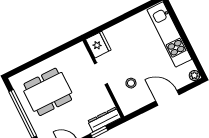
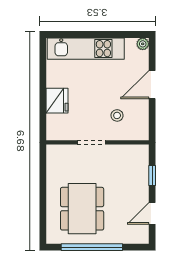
fridge: (98, 45) -> (57, 101), moved, turned 90
dresser: (104, 119) -> (141, 163), removed

